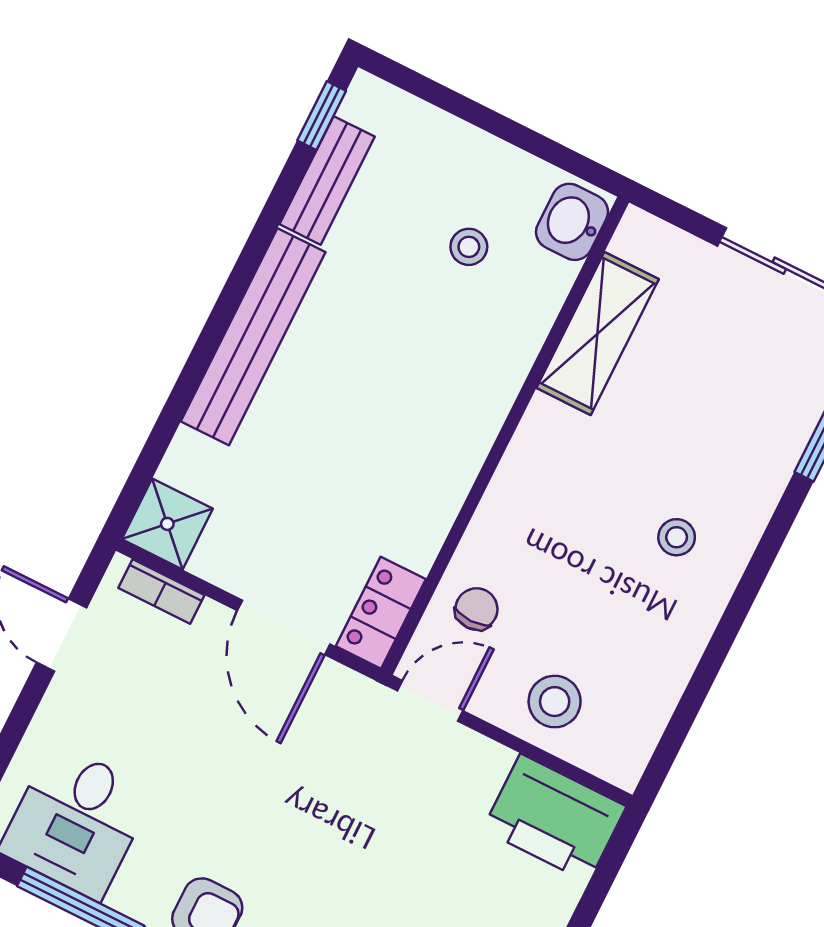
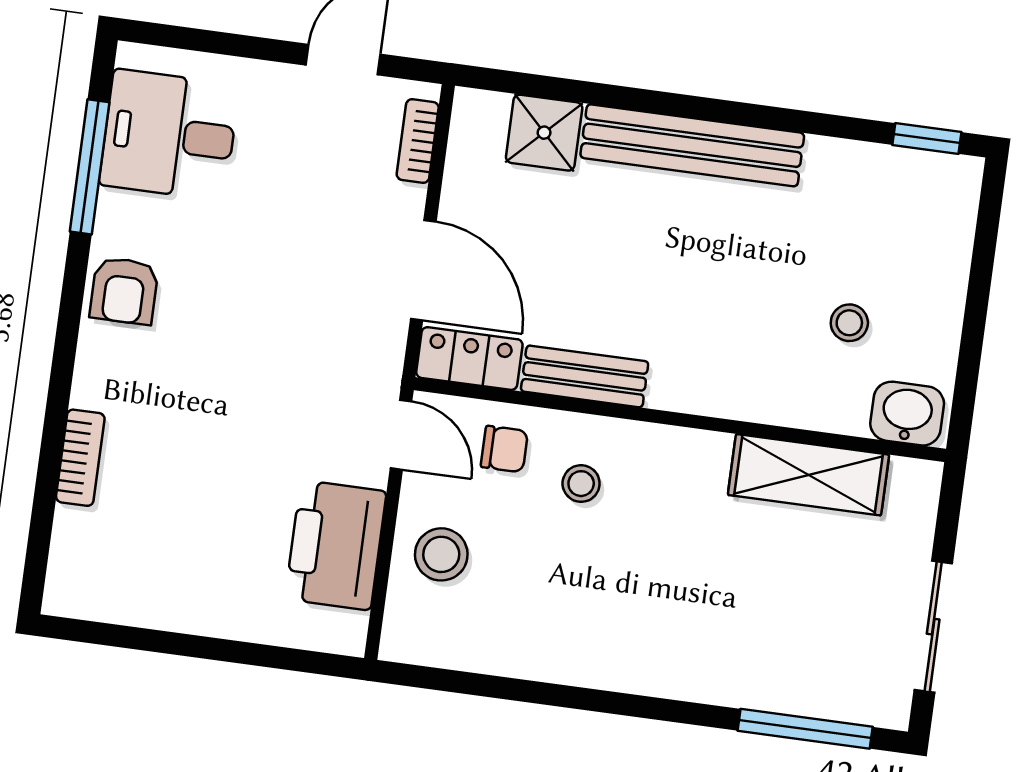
bench: (327, 180) -> (585, 376), moved
shower: (167, 524) -> (544, 133), moved
stool: (677, 537) -> (581, 484), moved
door: (284, 627) -> (423, 270), swing flipped
printer: (554, 818) -> (336, 545), moved

